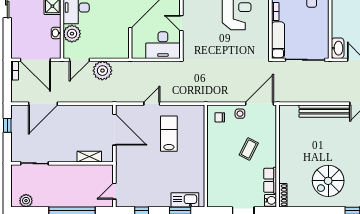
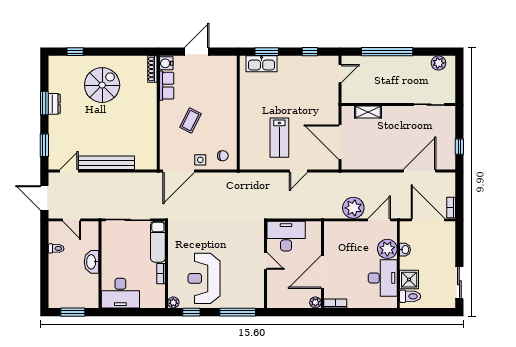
washbasin: (338, 48) -> (92, 262), moved

